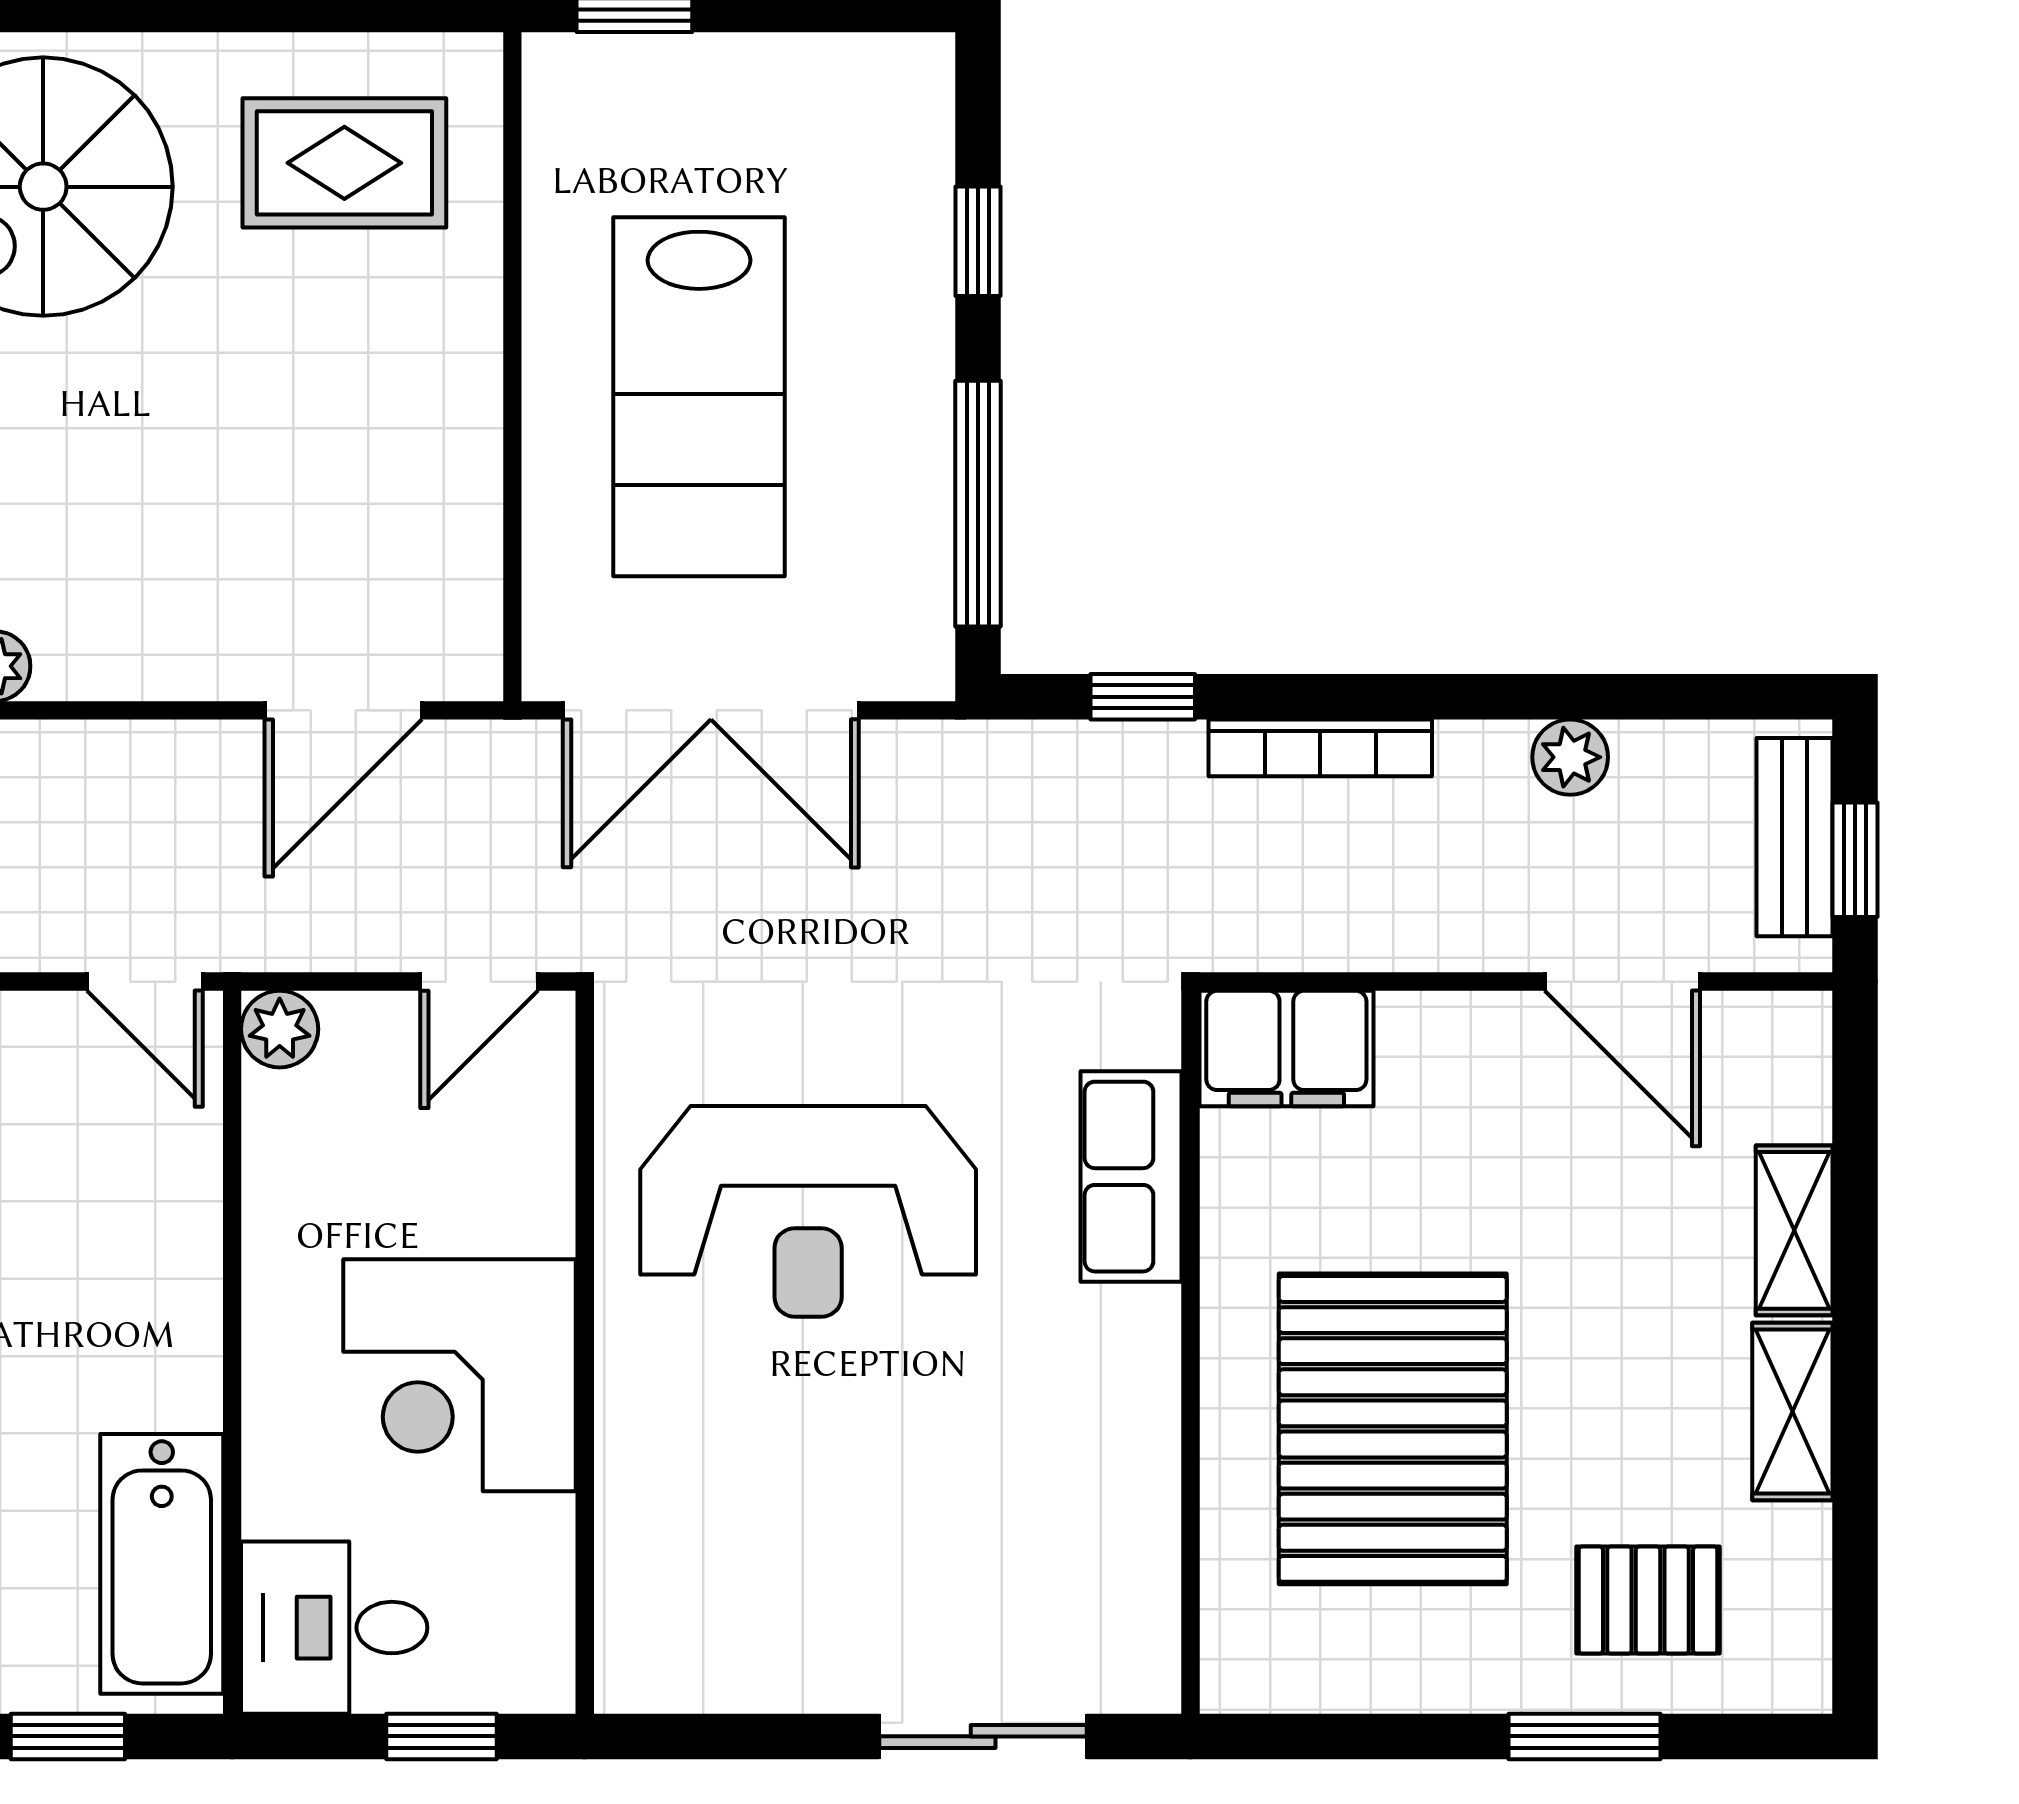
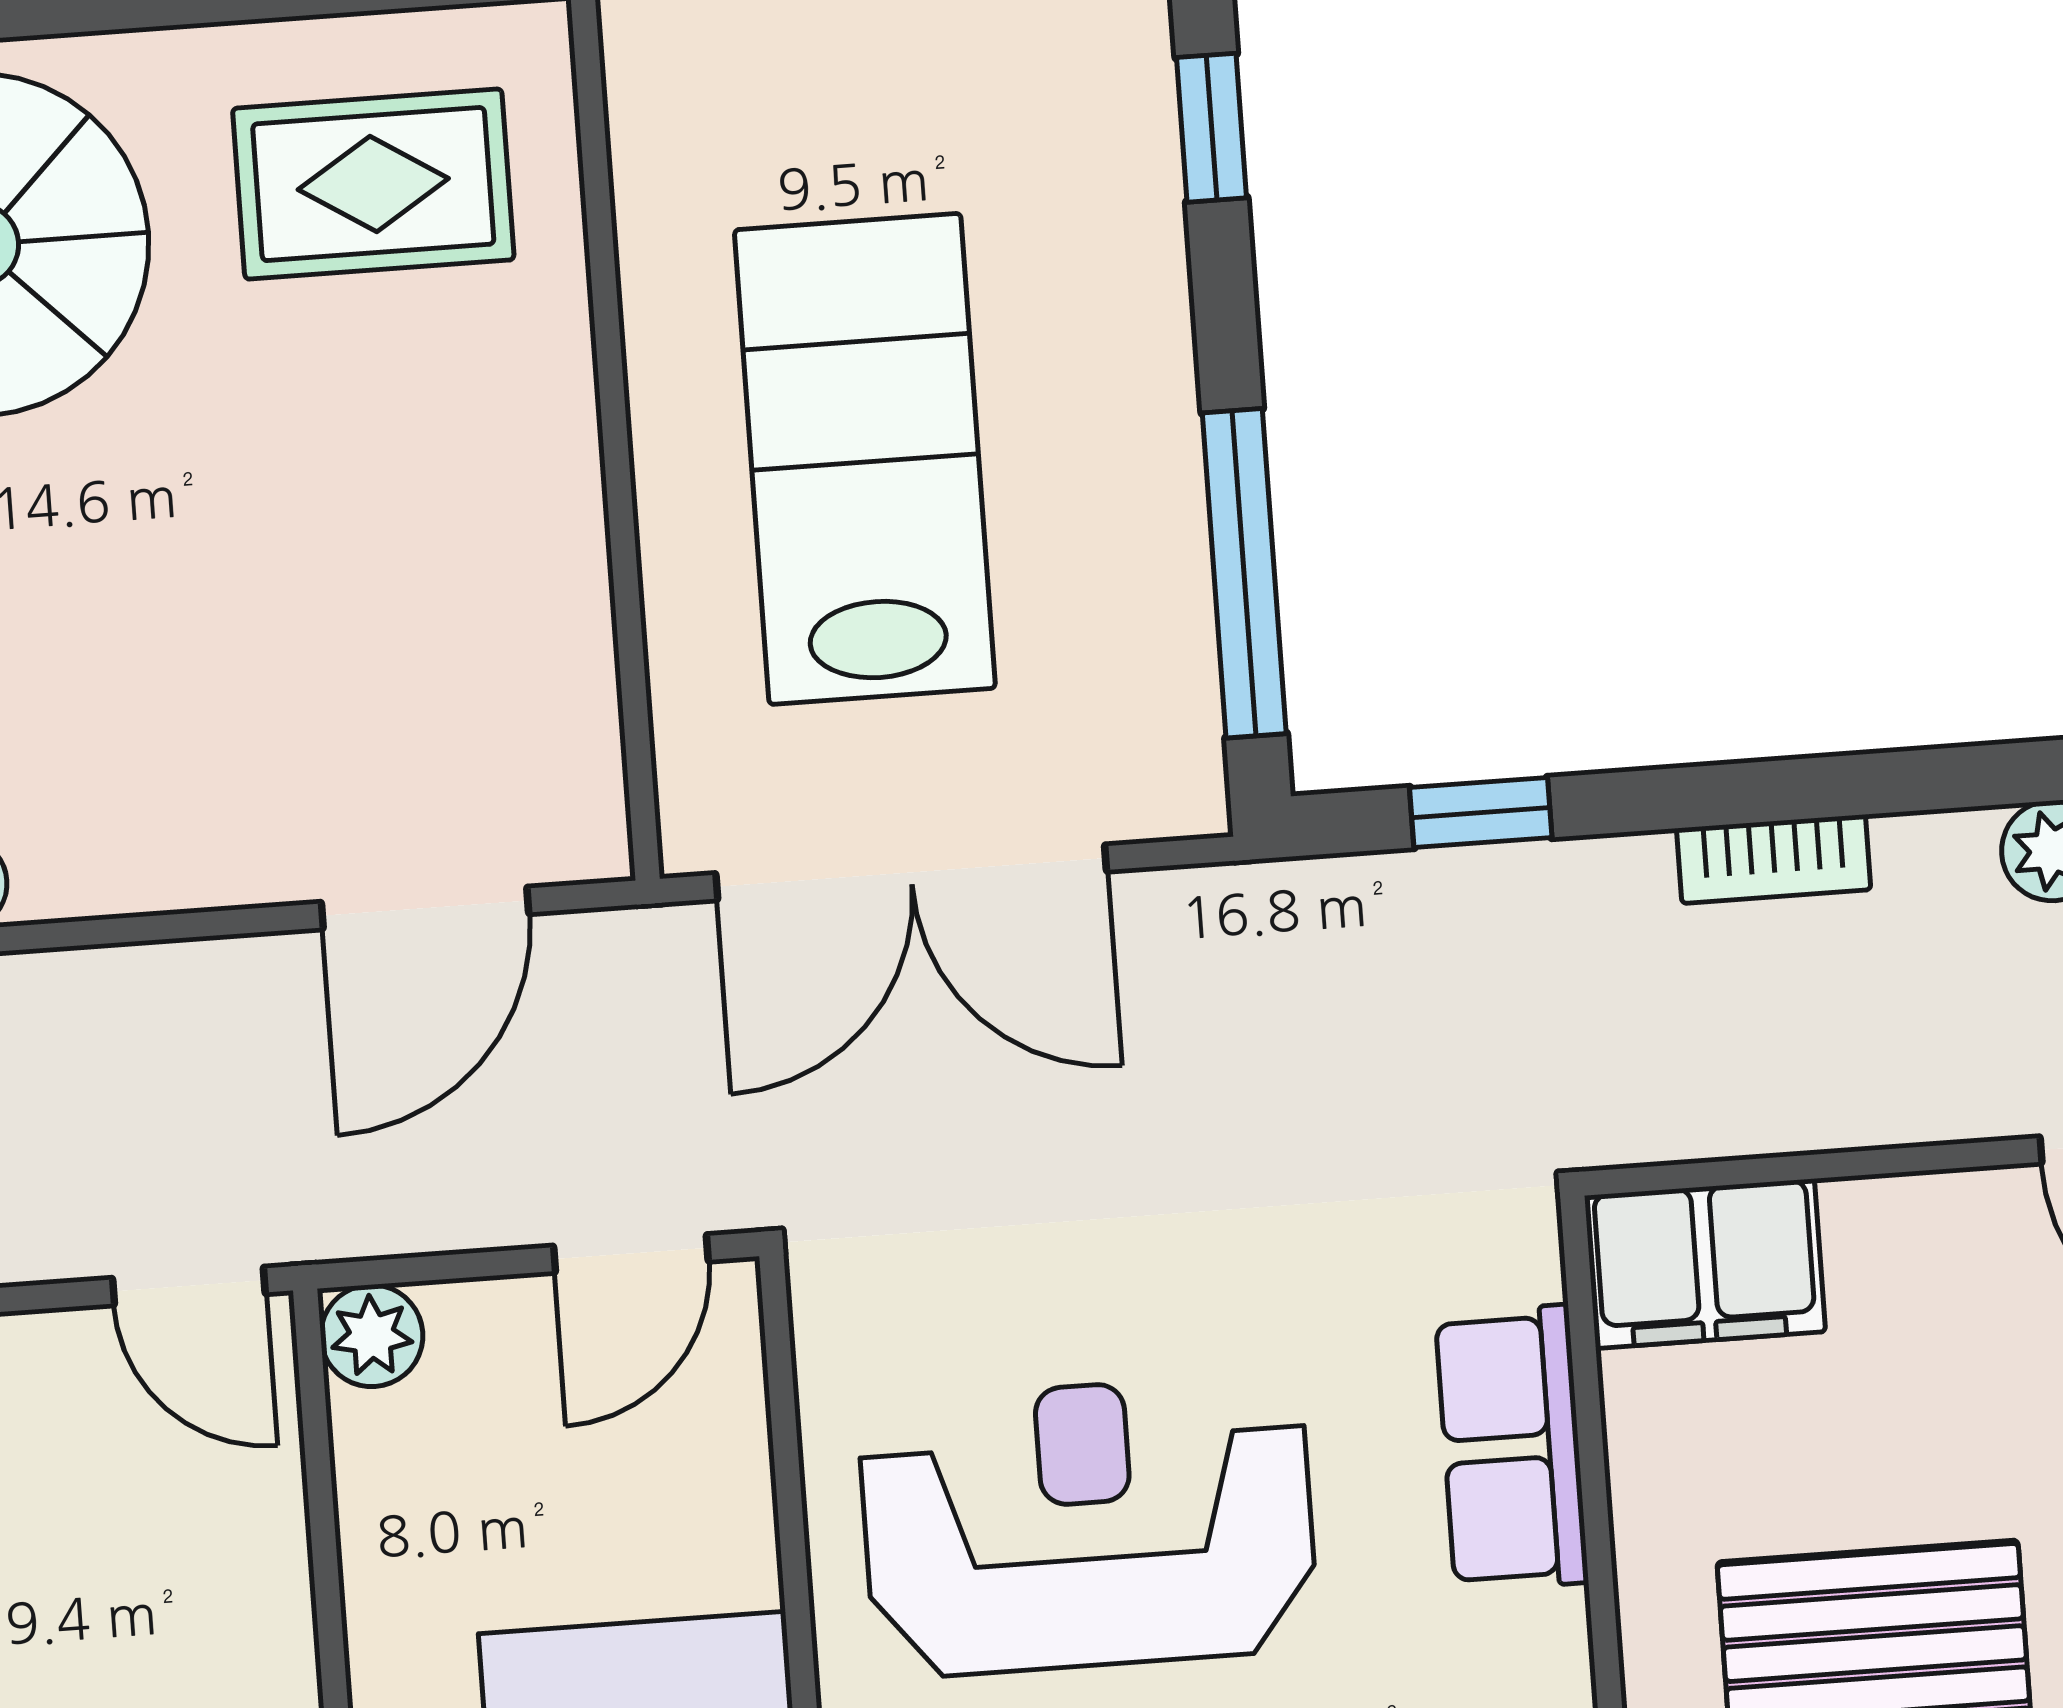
window: (978, 241) -> (1211, 128), moved
lab bench: (699, 397) -> (865, 459), turned 180
bookcase: (1320, 748) -> (1774, 859), width x0.64
reception desk: (808, 1211) -> (1088, 1525), turned 180

